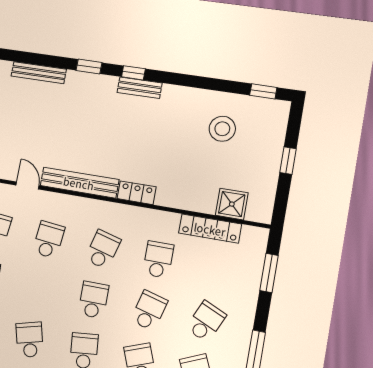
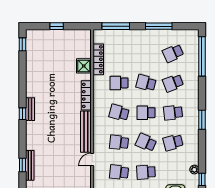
window: (89, 67) -> (22, 165), moved
stool: (222, 129) -> (45, 62), removed
locker: (137, 193) -> (86, 95), width x1.53
shower: (232, 204) -> (84, 66), moved
window: (269, 273) -> (116, 26), width x1.44
school desk: (206, 321) -> (146, 142), moved

